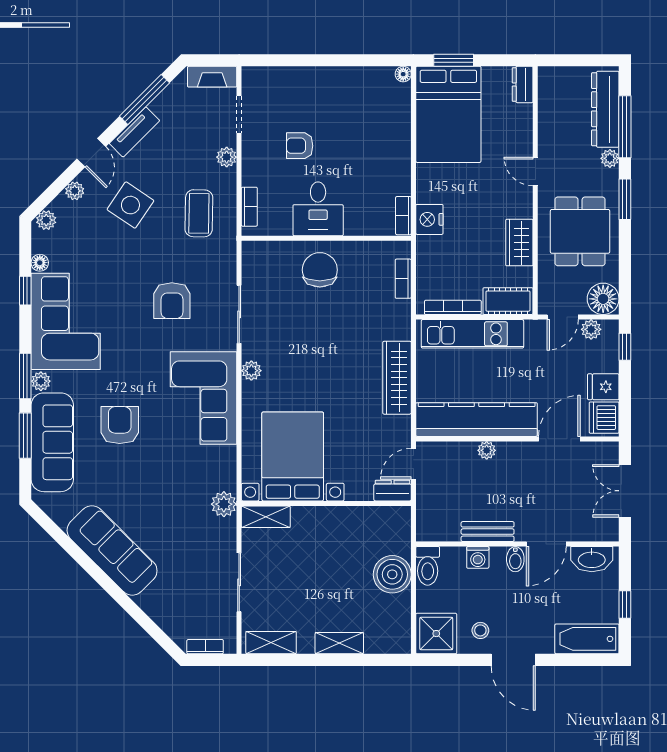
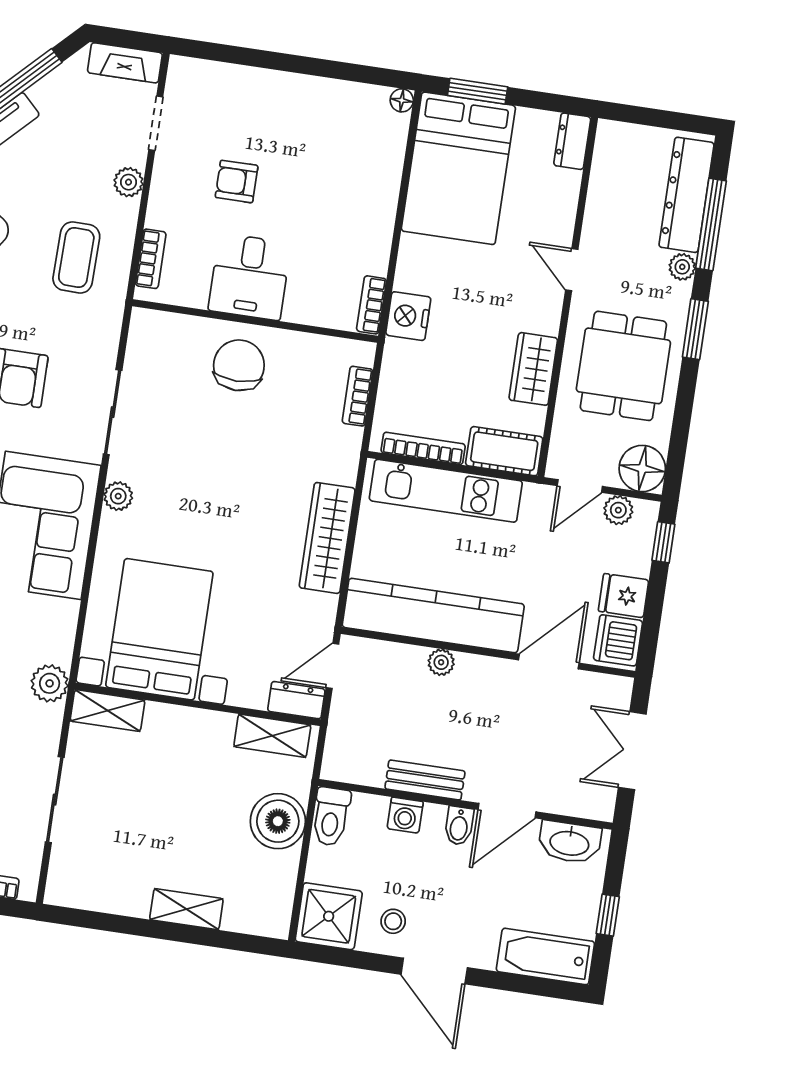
shelving: (271, 643) -> (272, 736), moved

